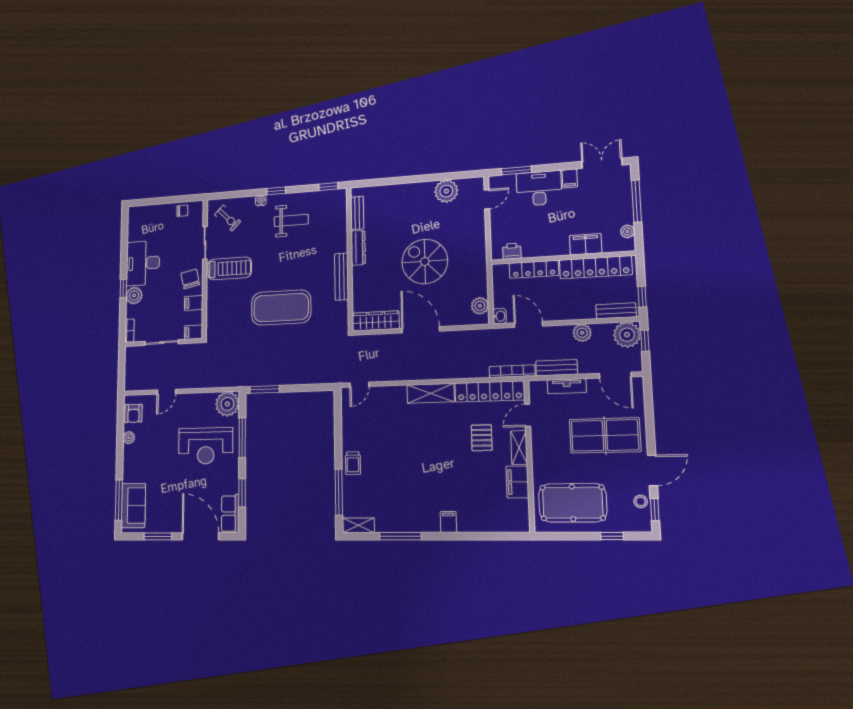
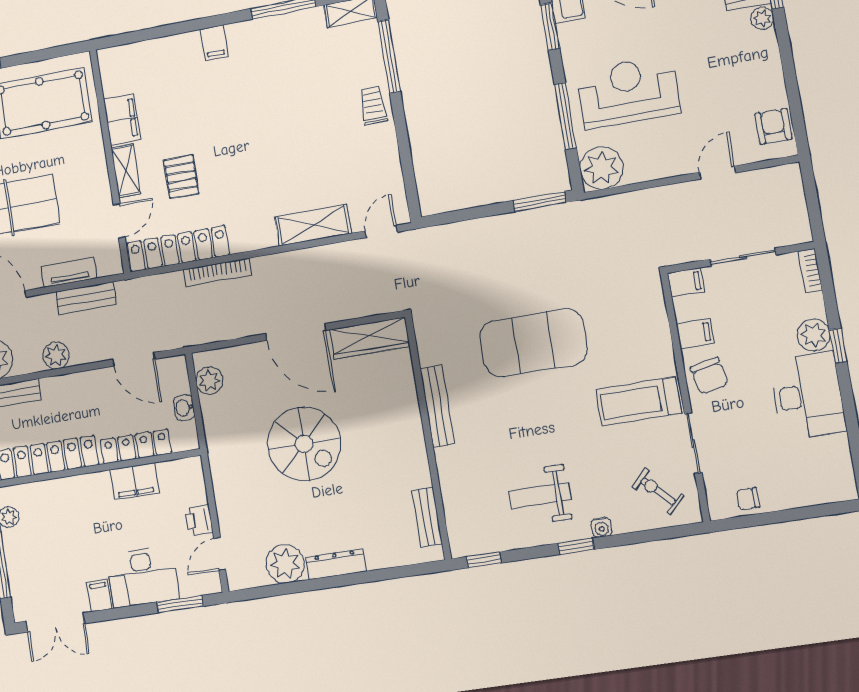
filing cabinet: (586, 244) -> (135, 481), moved
dresser: (358, 248) -> (336, 564), moved, turned 90
printer: (512, 251) -> (199, 520), moved, turned 90
washbasin: (500, 316) -> (184, 408), moved
bookcase: (512, 371) -> (217, 272), moved
shelving: (431, 393) -> (313, 225), moved
plant: (129, 438) -> (762, 18), moved

